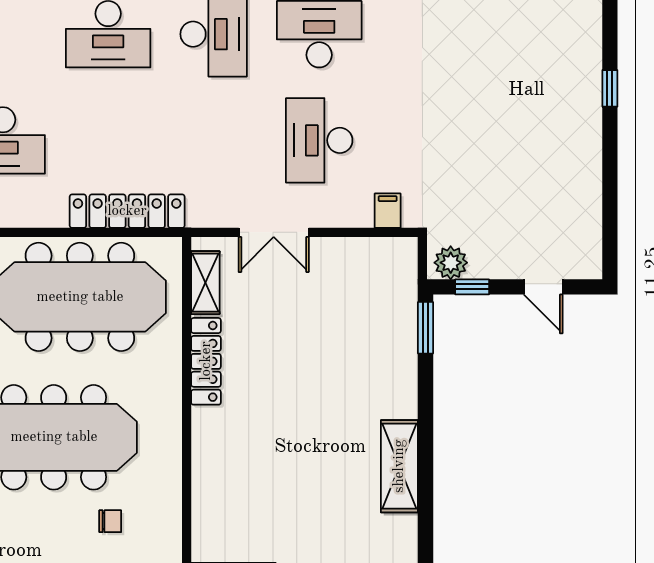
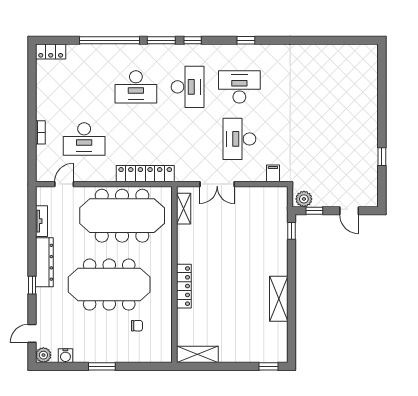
window: (610, 88) -> (382, 157), moved
window: (425, 328) -> (291, 231), width x0.67
locker: (206, 361) -> (184, 286), moved

